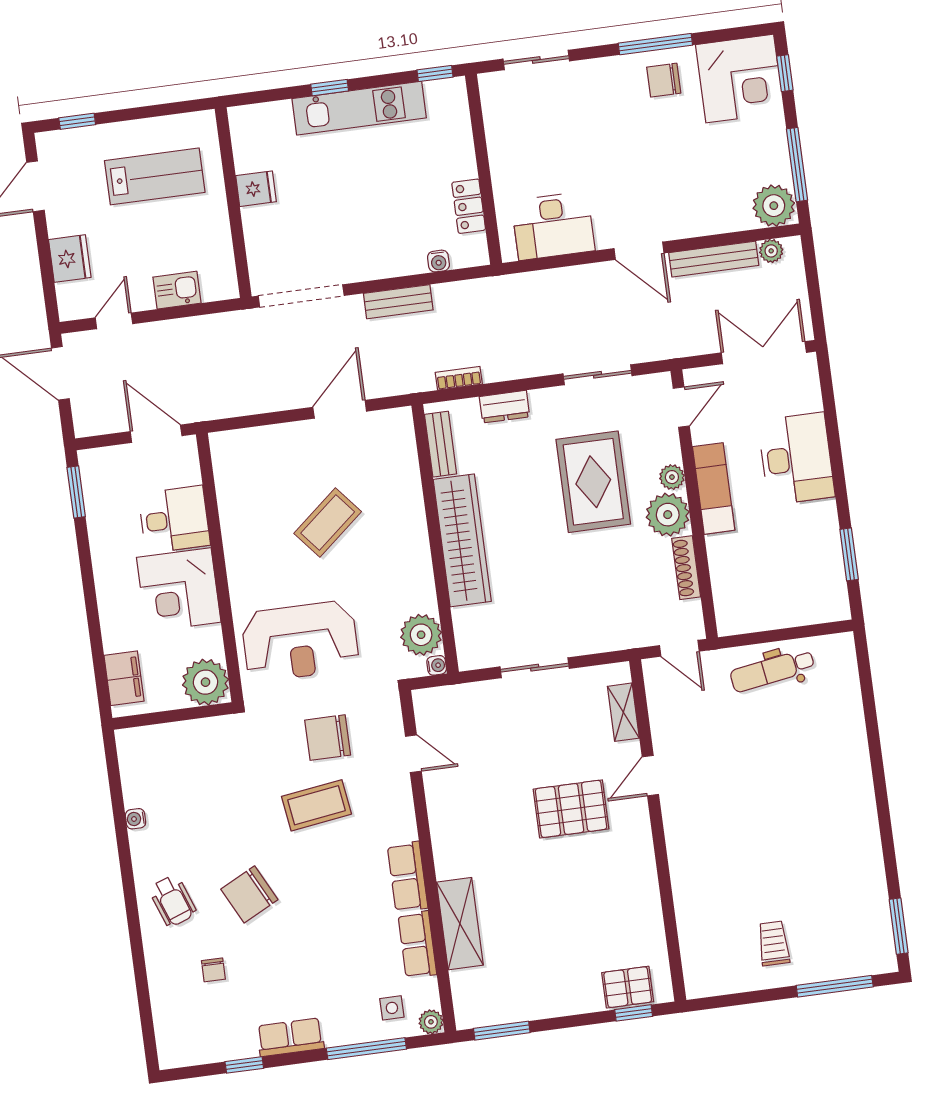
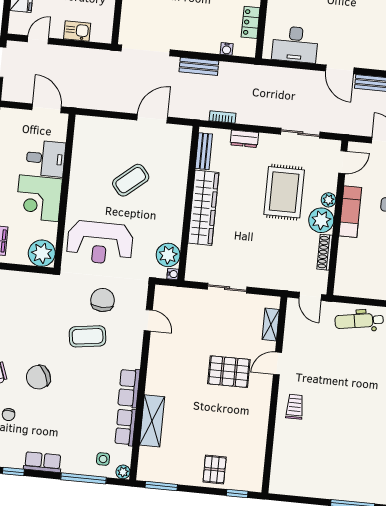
chair: (328, 738) -> (103, 300), turned 90
trolley: (774, 943) -> (295, 407), moved
pallet: (628, 987) -> (215, 469), moved, turned 90

